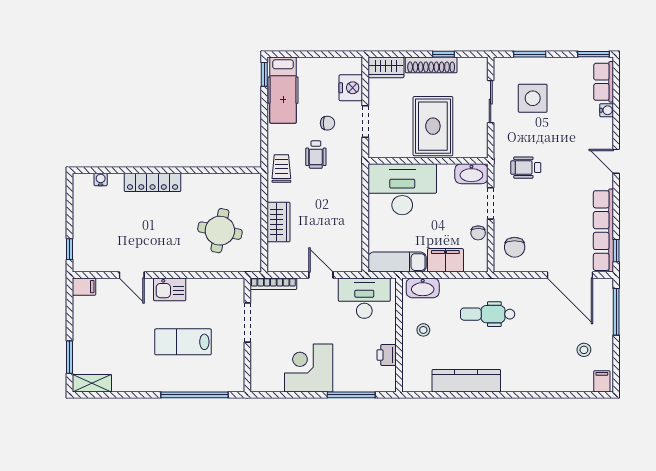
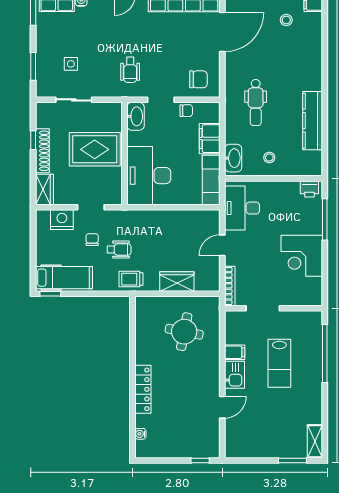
side table: (533, 98) -> (71, 64), width x0.54, depth x0.54
filing cabinet: (84, 287) -> (235, 352), moved, turned 90
printer: (387, 355) -> (309, 189), moved

